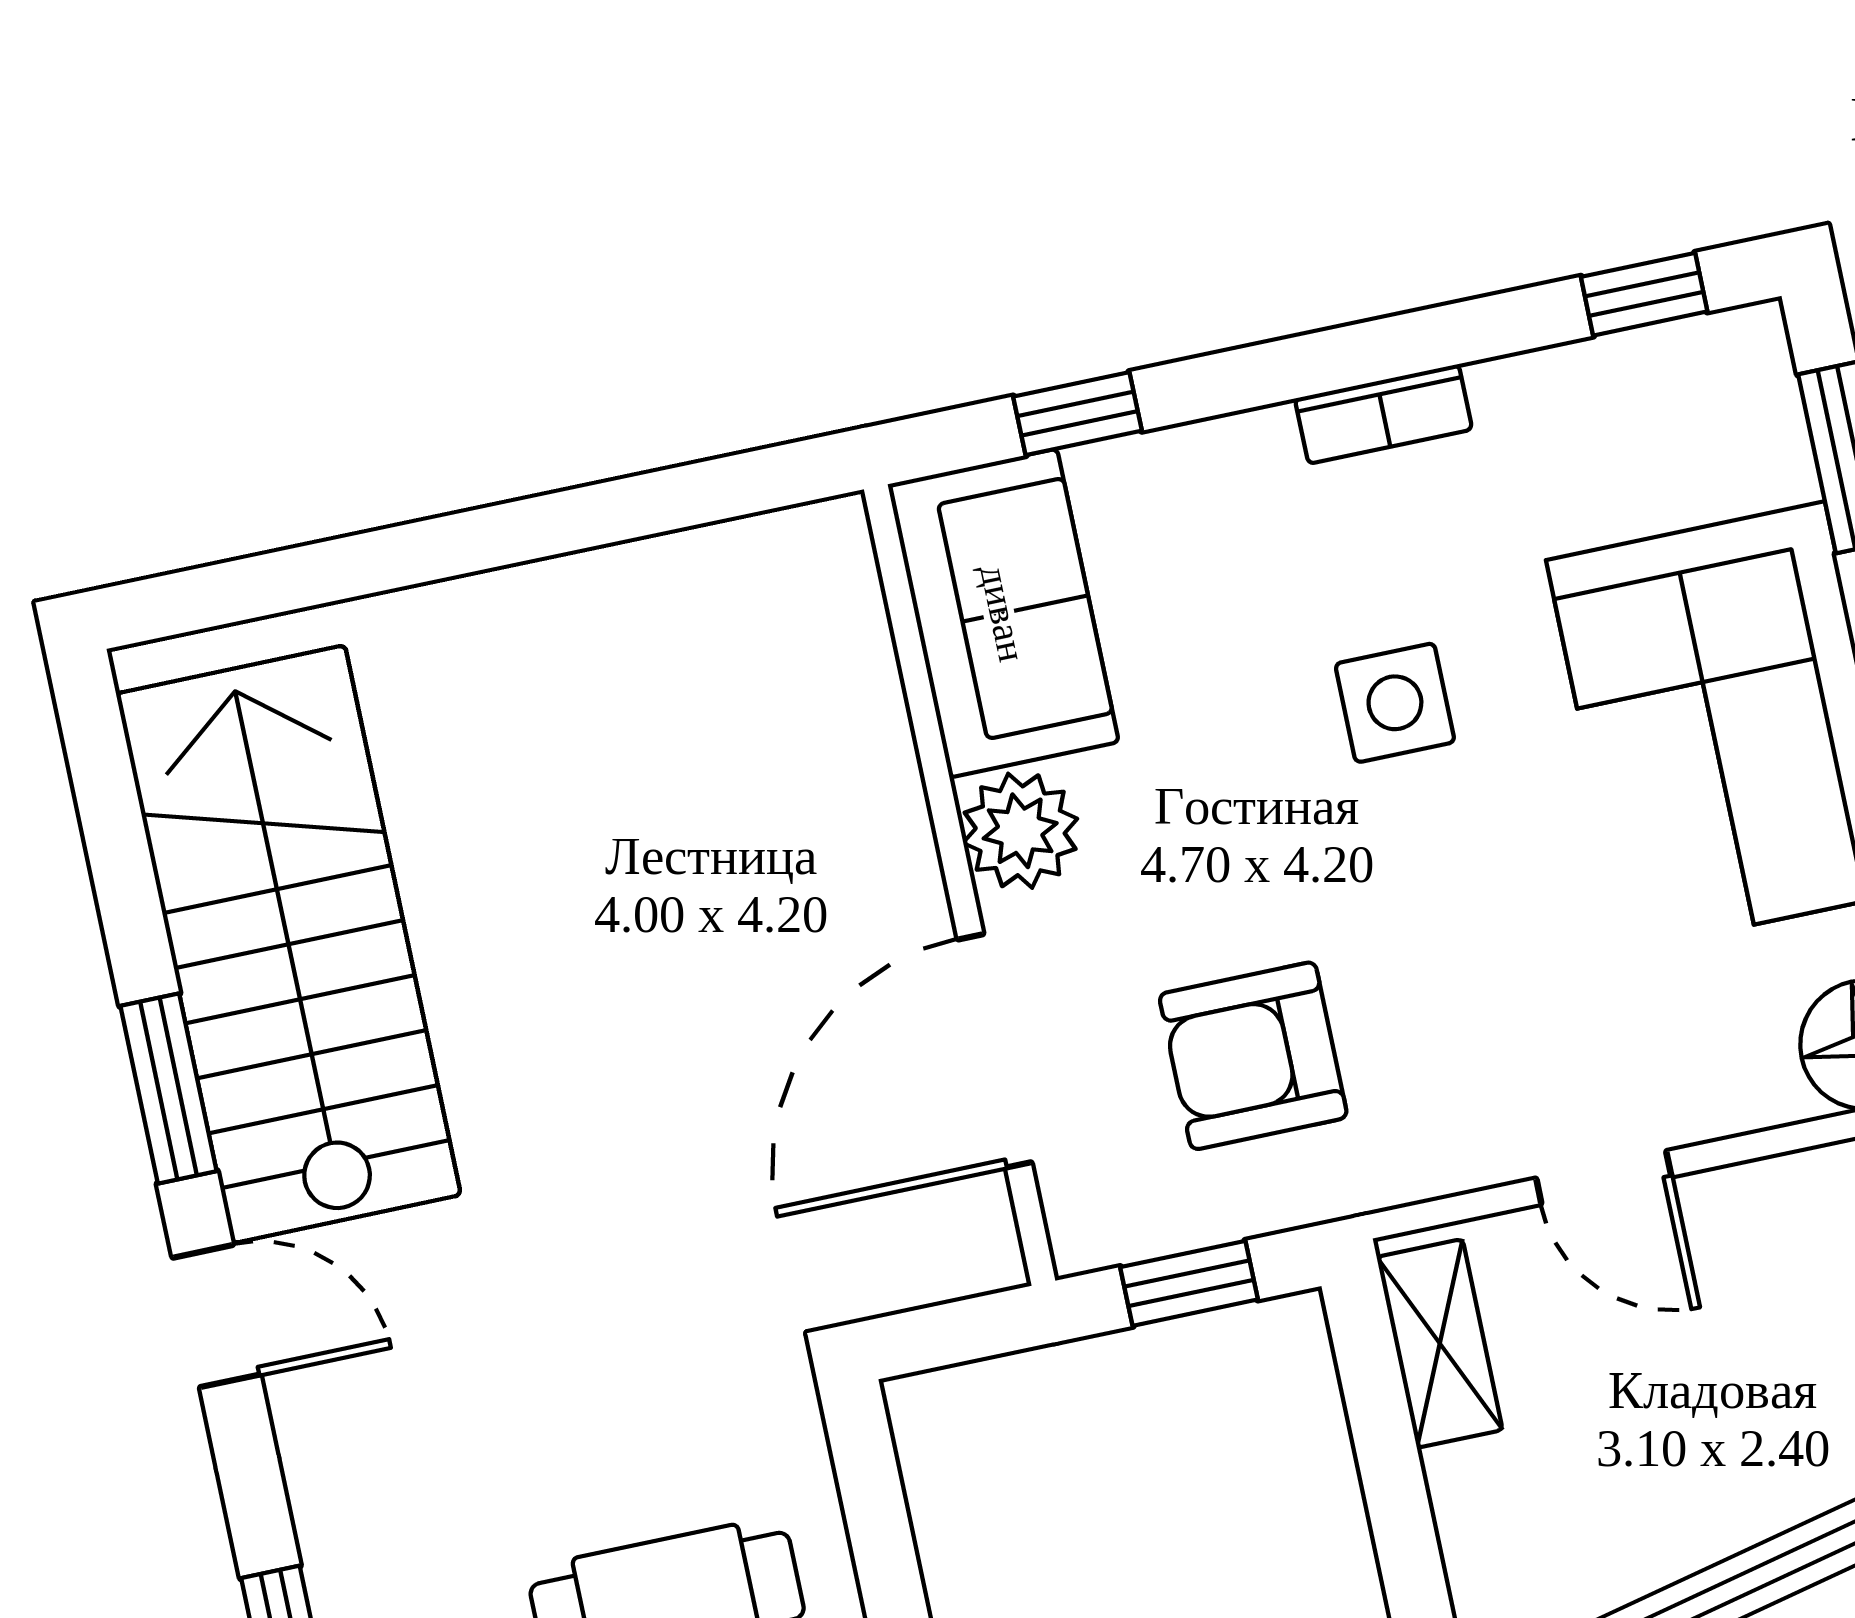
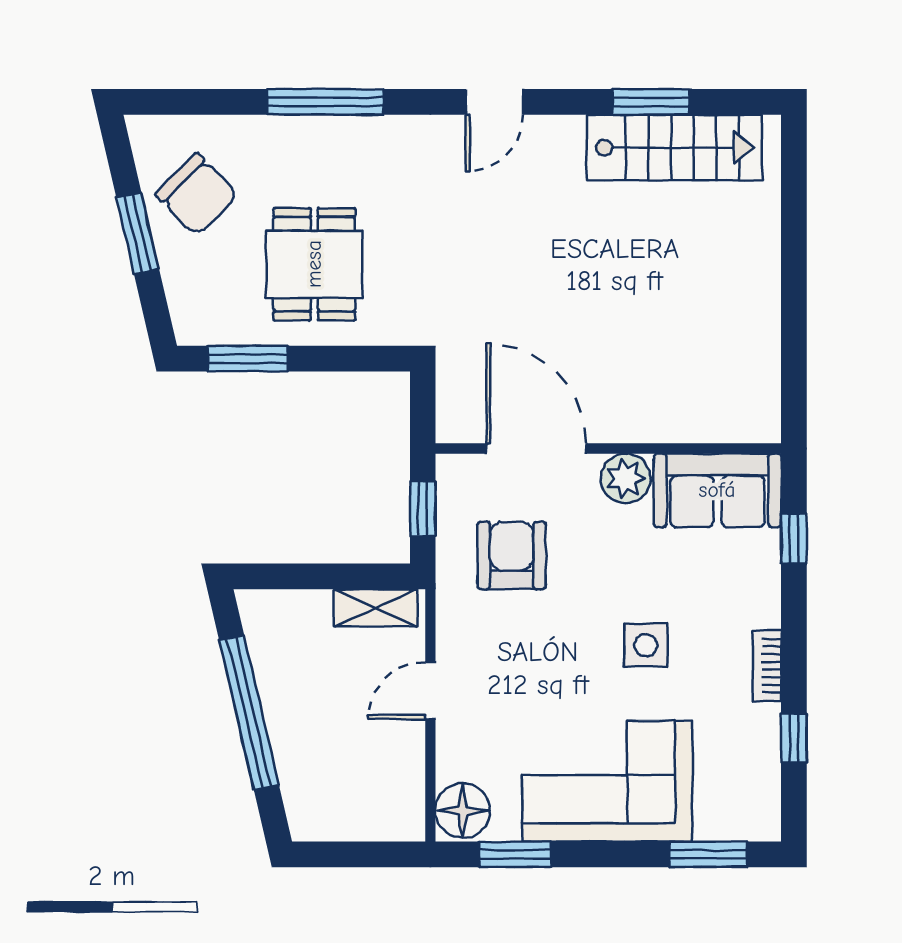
window: (1644, 294) -> (794, 738), moved
stairs: (288, 944) -> (674, 148), width x0.73, depth x0.66
window: (169, 1088) -> (651, 102), moved

